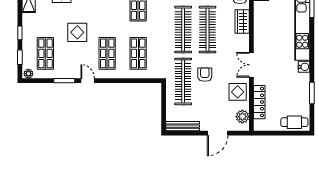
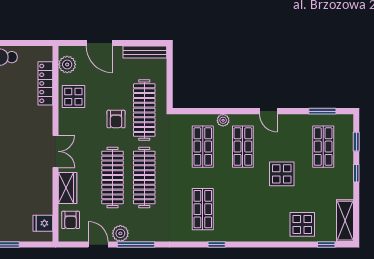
double door: (251, 65) -> (56, 151), moved
plant: (28, 74) -> (223, 120), moved
window: (64, 81) -> (322, 111), moved
door: (218, 133) -> (99, 43), swing flipped

